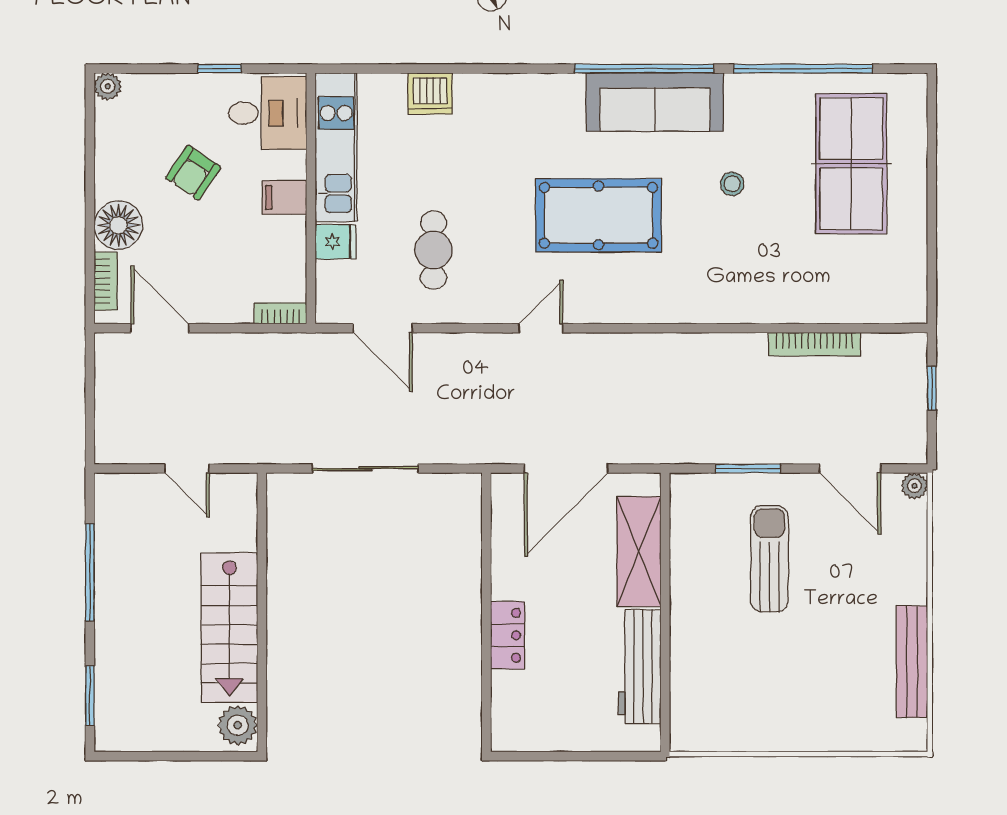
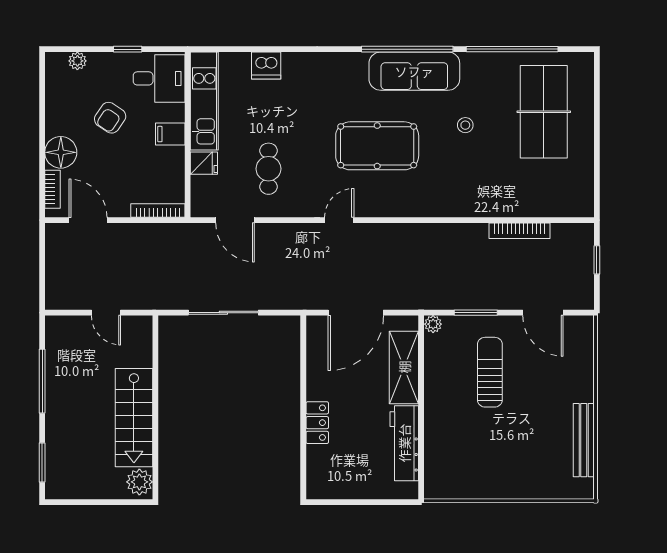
plant: (108, 86) -> (77, 61), moved
bookcase: (281, 313) -> (158, 211), width x1.56
plant: (914, 486) -> (433, 324), moved

